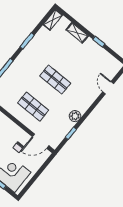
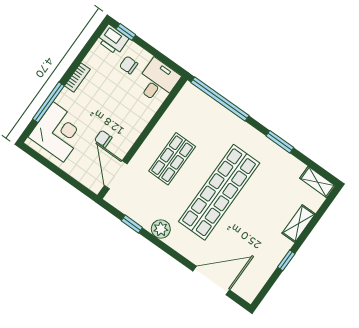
shop shelf: (55, 80) -> (219, 192), width x2.00, depth x1.36
door: (108, 88) -> (211, 281), width x1.88

